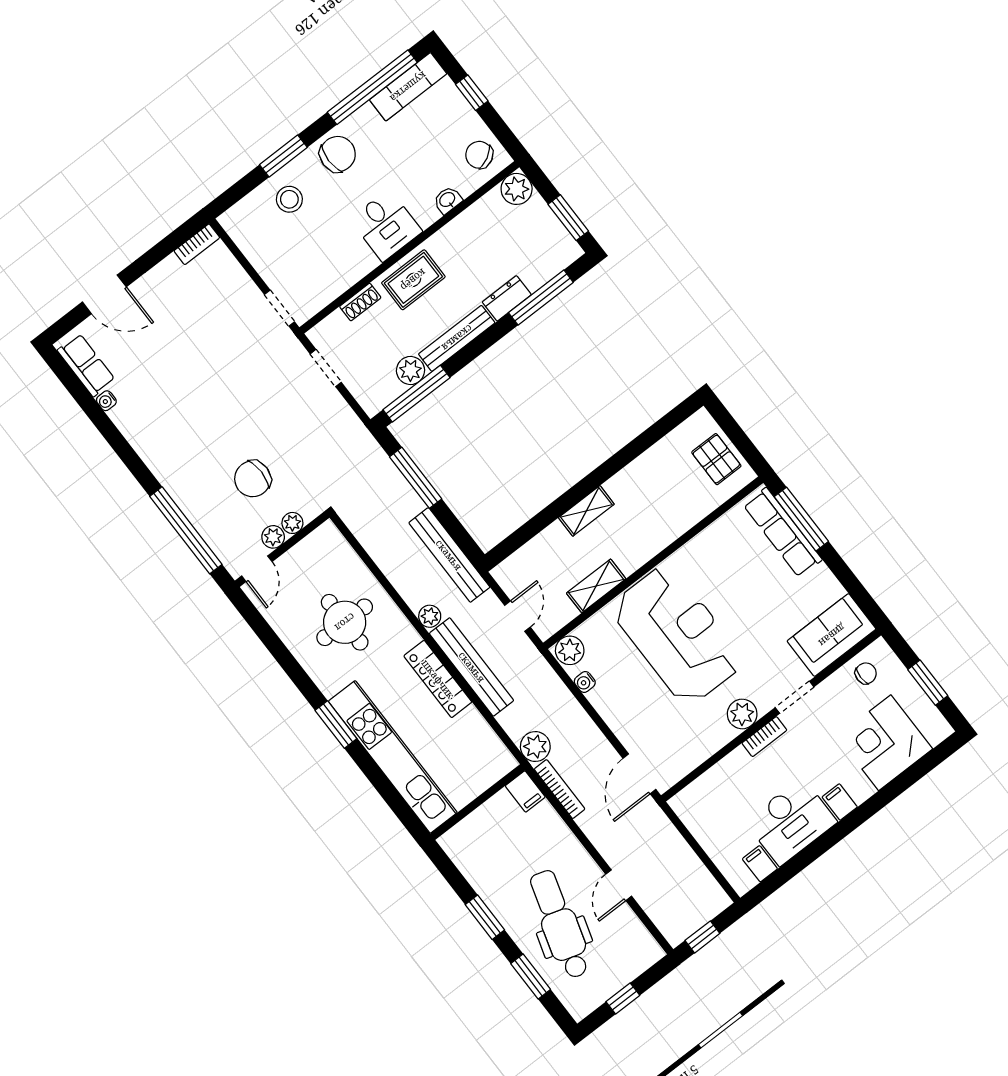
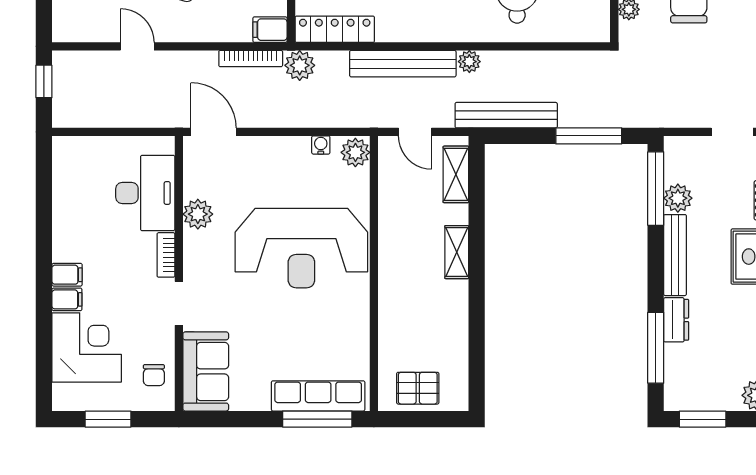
shelving: (596, 586) -> (456, 174), moved
locker: (438, 679) -> (335, 29), moved
plant: (742, 714) -> (198, 214), moved
desk: (791, 822) -> (145, 193), moved, turned 180
filing cabinet: (760, 864) -> (67, 299), moved

